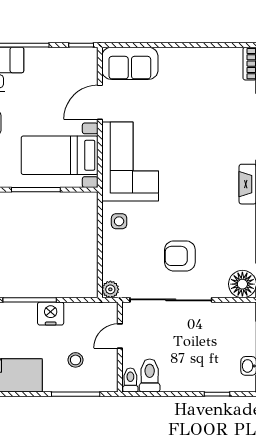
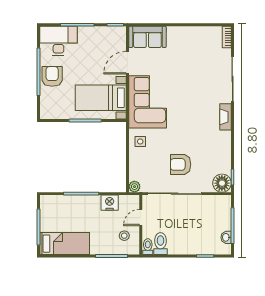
nightstand: (51, 314) -> (110, 203), moved
stool: (76, 360) -> (124, 236), moved

